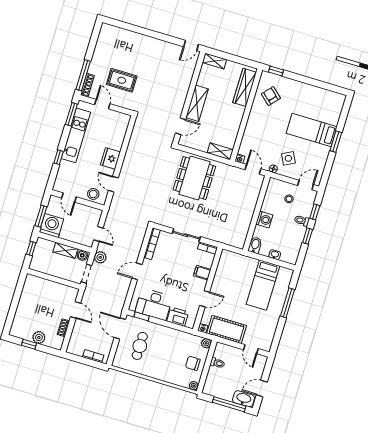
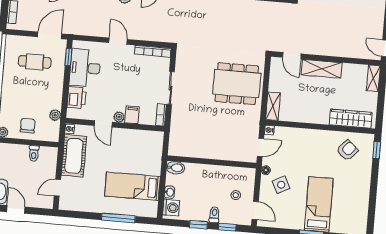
washing machine: (264, 220) -> (171, 208), moved, turned -90
plant: (202, 284) -> (119, 117), added
plant: (206, 343) -> (55, 115), moved

